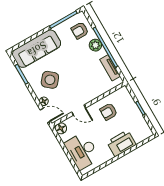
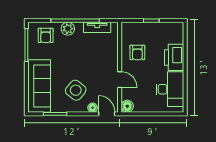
door: (79, 110) -> (120, 80), hinge flipped
door: (45, 115) -> (107, 114), hinge flipped
desk: (82, 151) -> (170, 89), moved, turned -90

